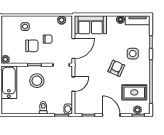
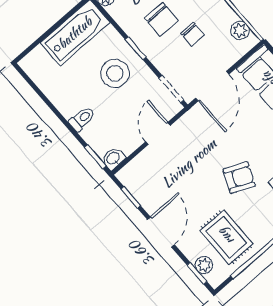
door: (73, 49) -> (212, 86), hinge flipped
door: (73, 84) -> (158, 133), swing flipped

